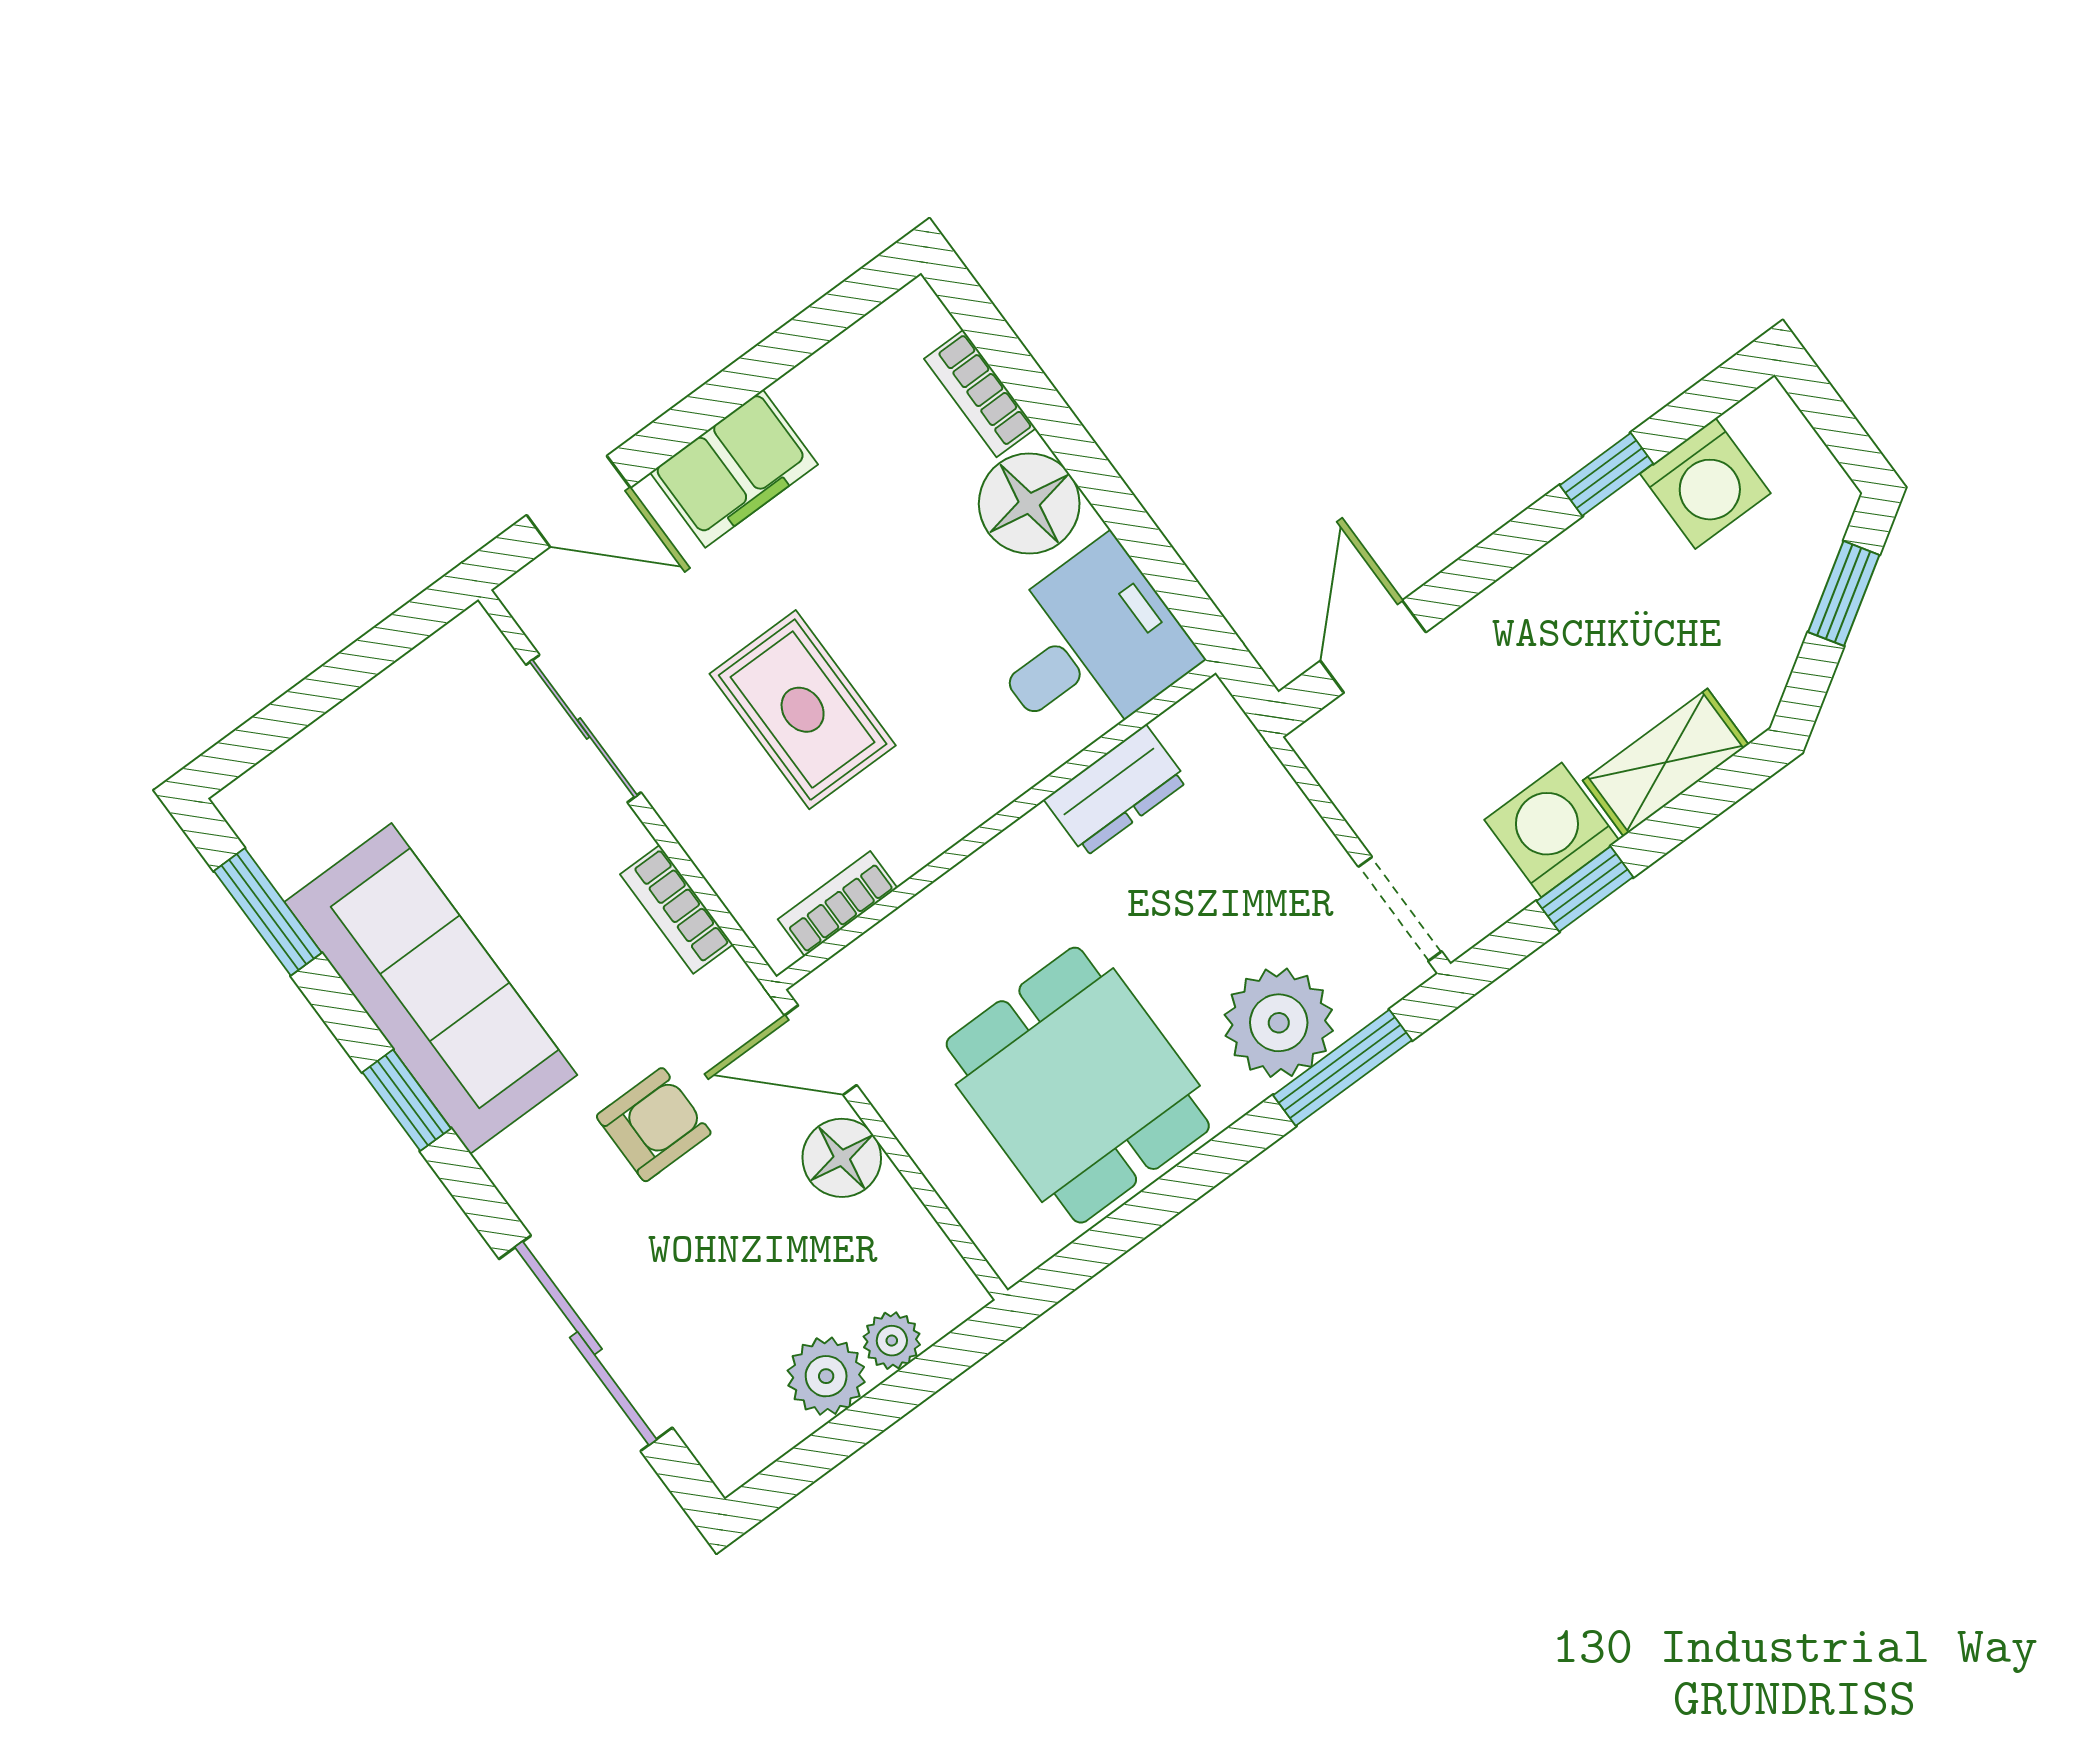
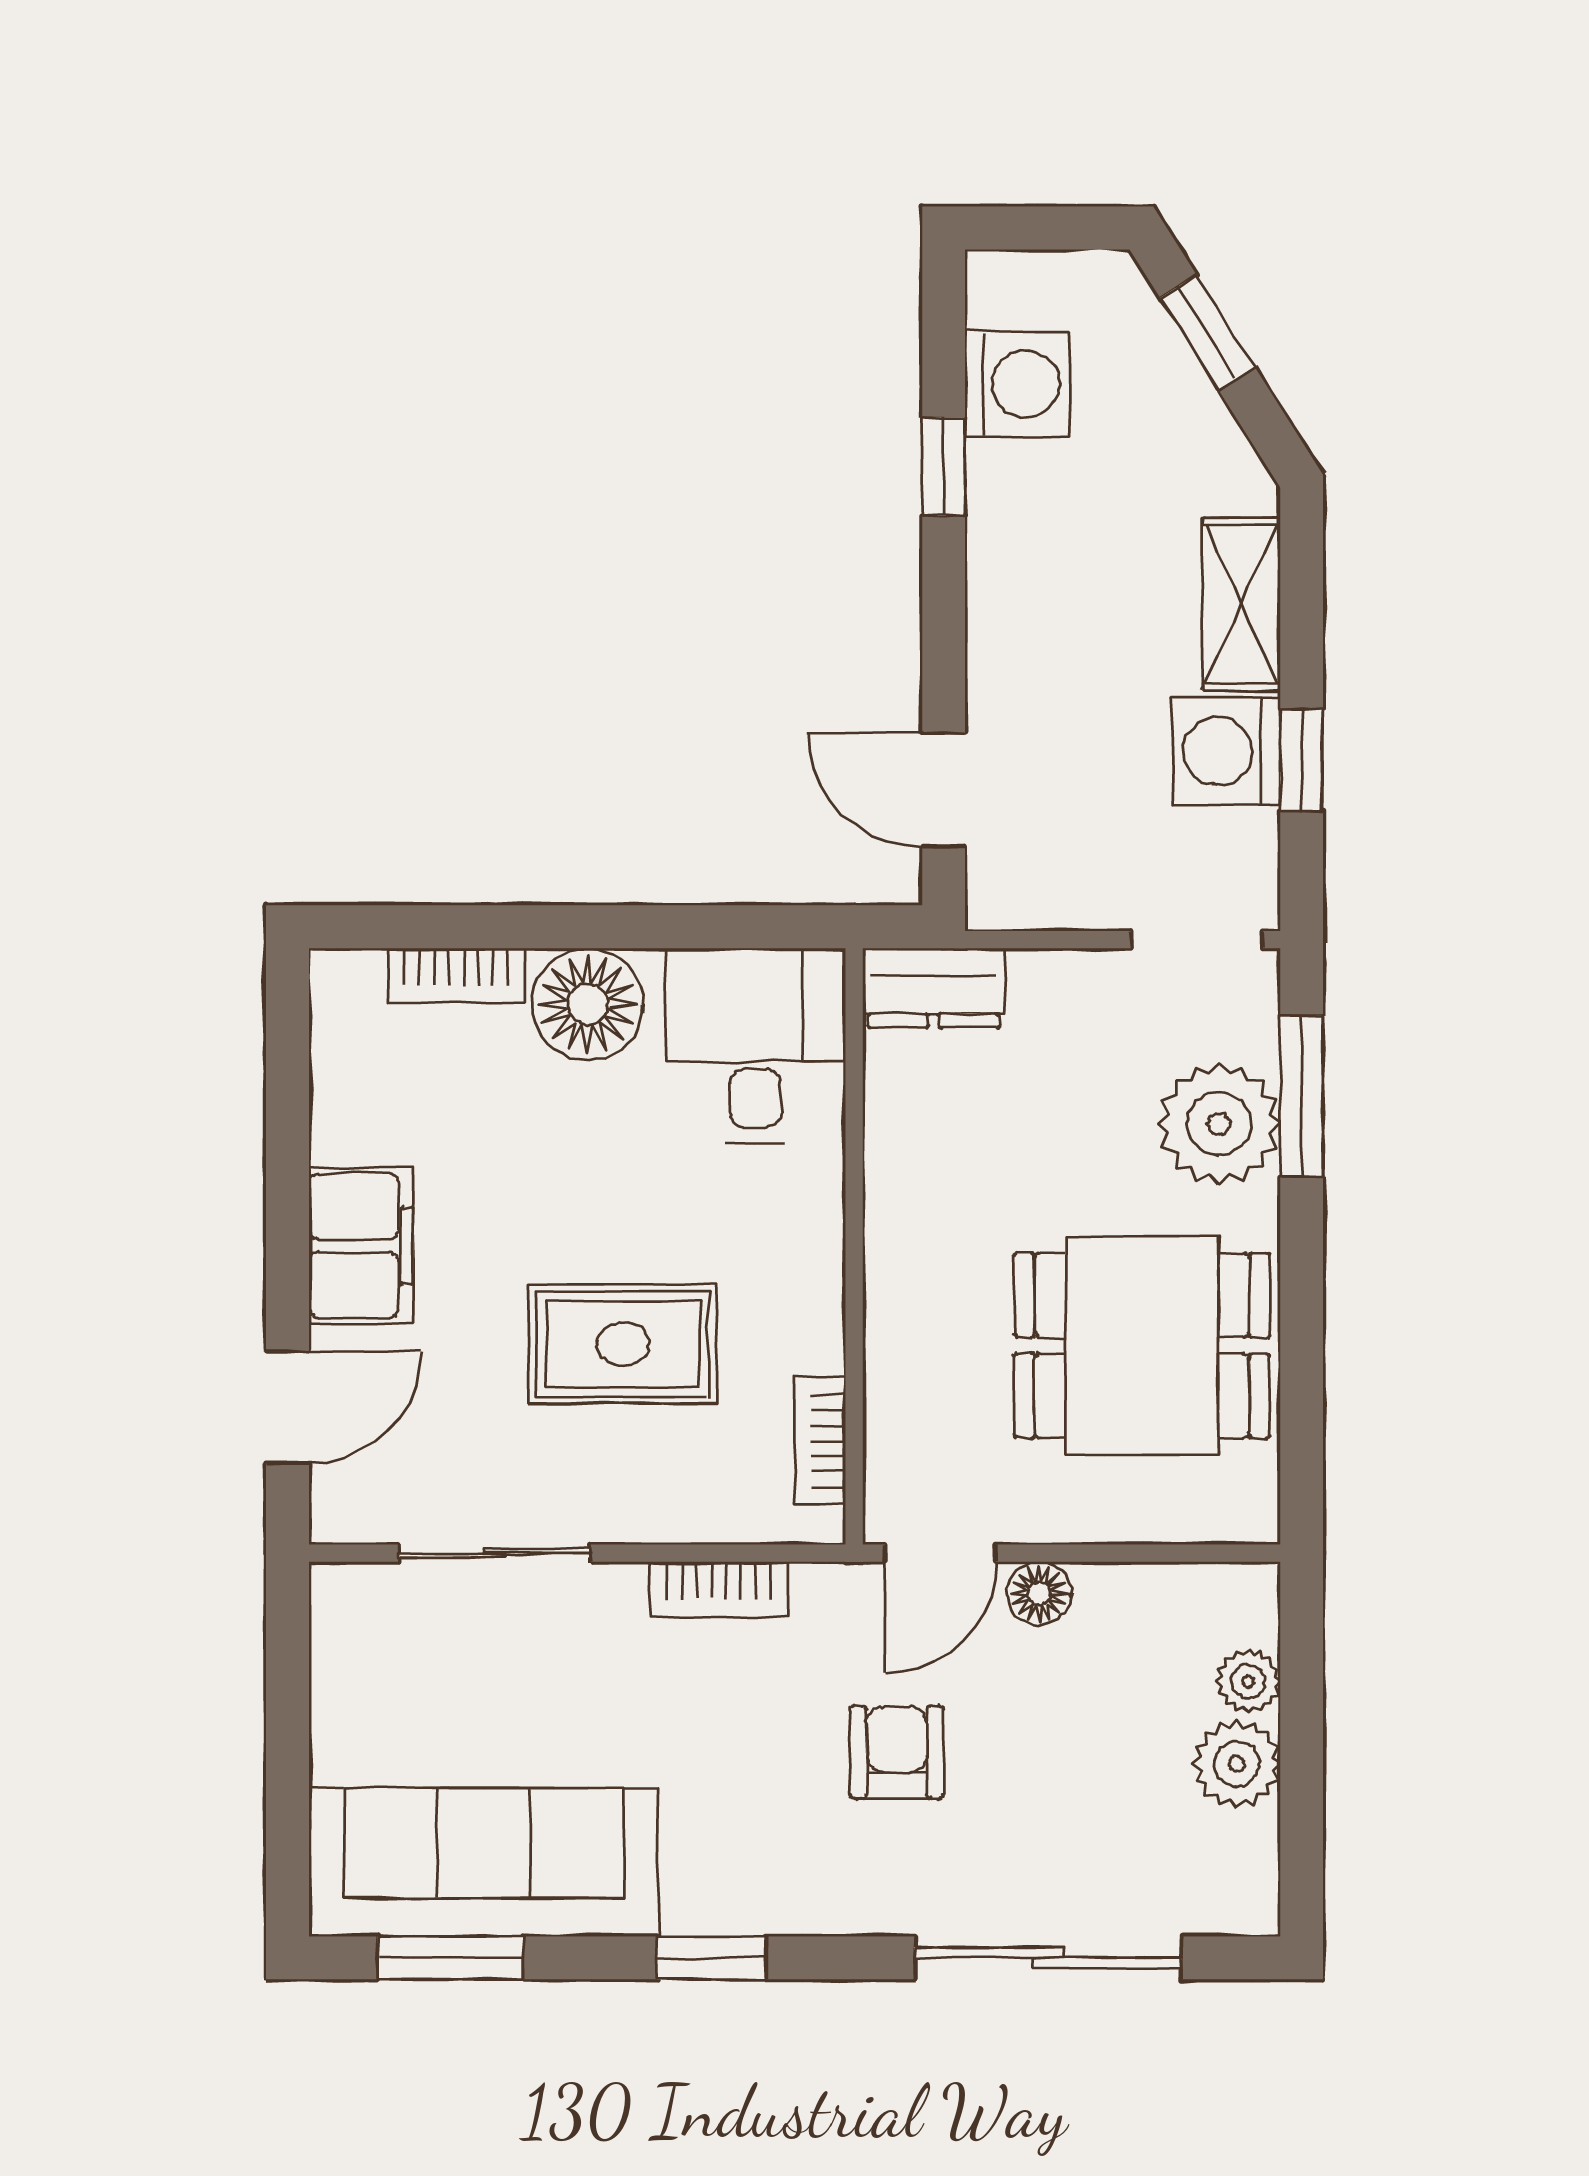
dresser: (1116, 791) -> (934, 988), moved, turned 90
sofa: (431, 988) -> (484, 1862), moved
floor lamp: (842, 1158) -> (1039, 1594), width x0.73, depth x0.73

